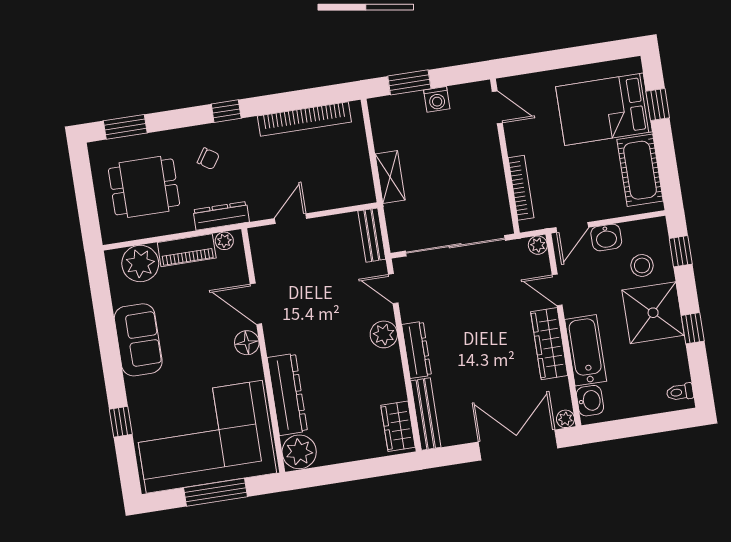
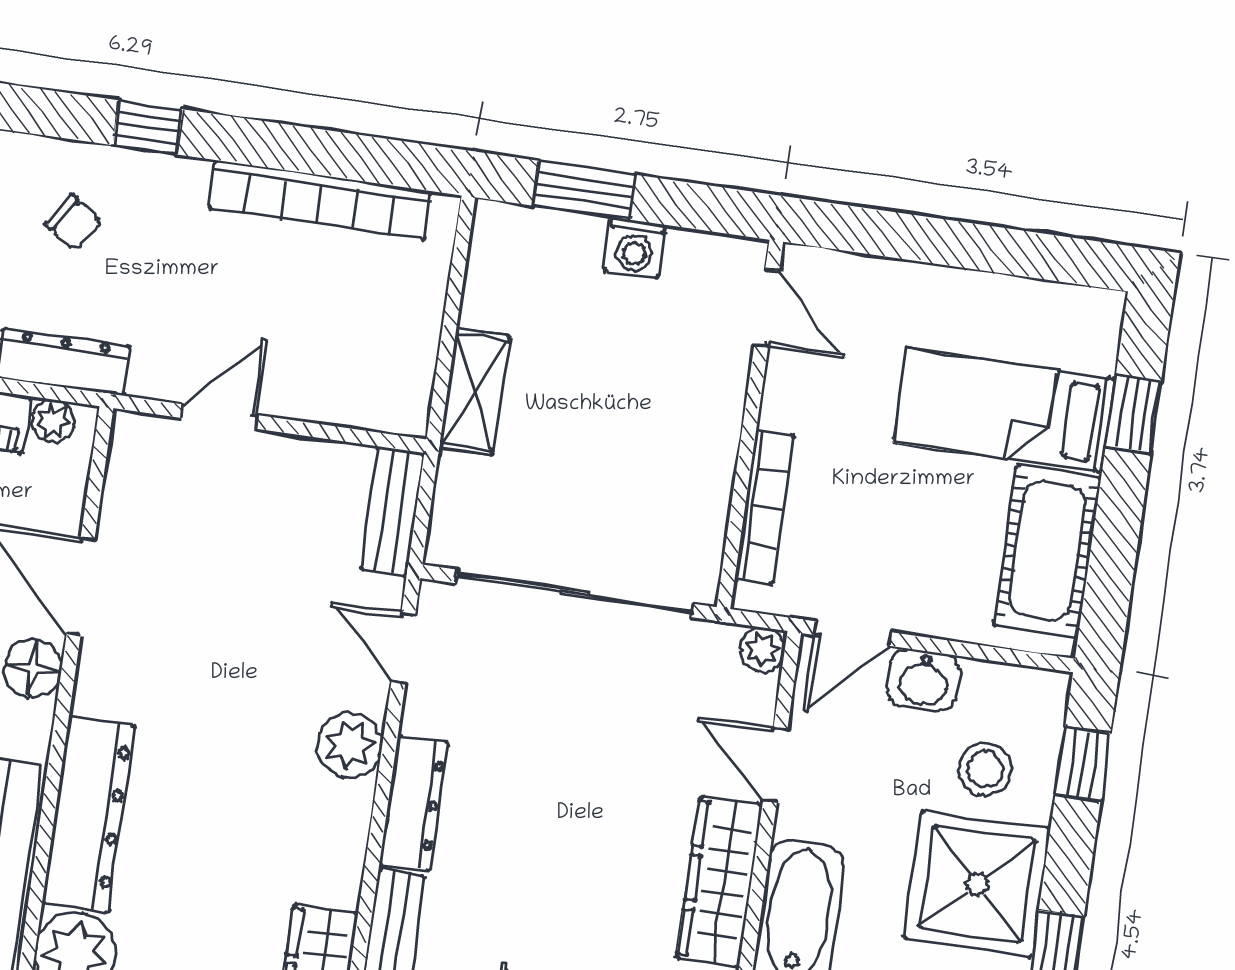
bed: (604, 109) -> (1004, 411), width x0.67

